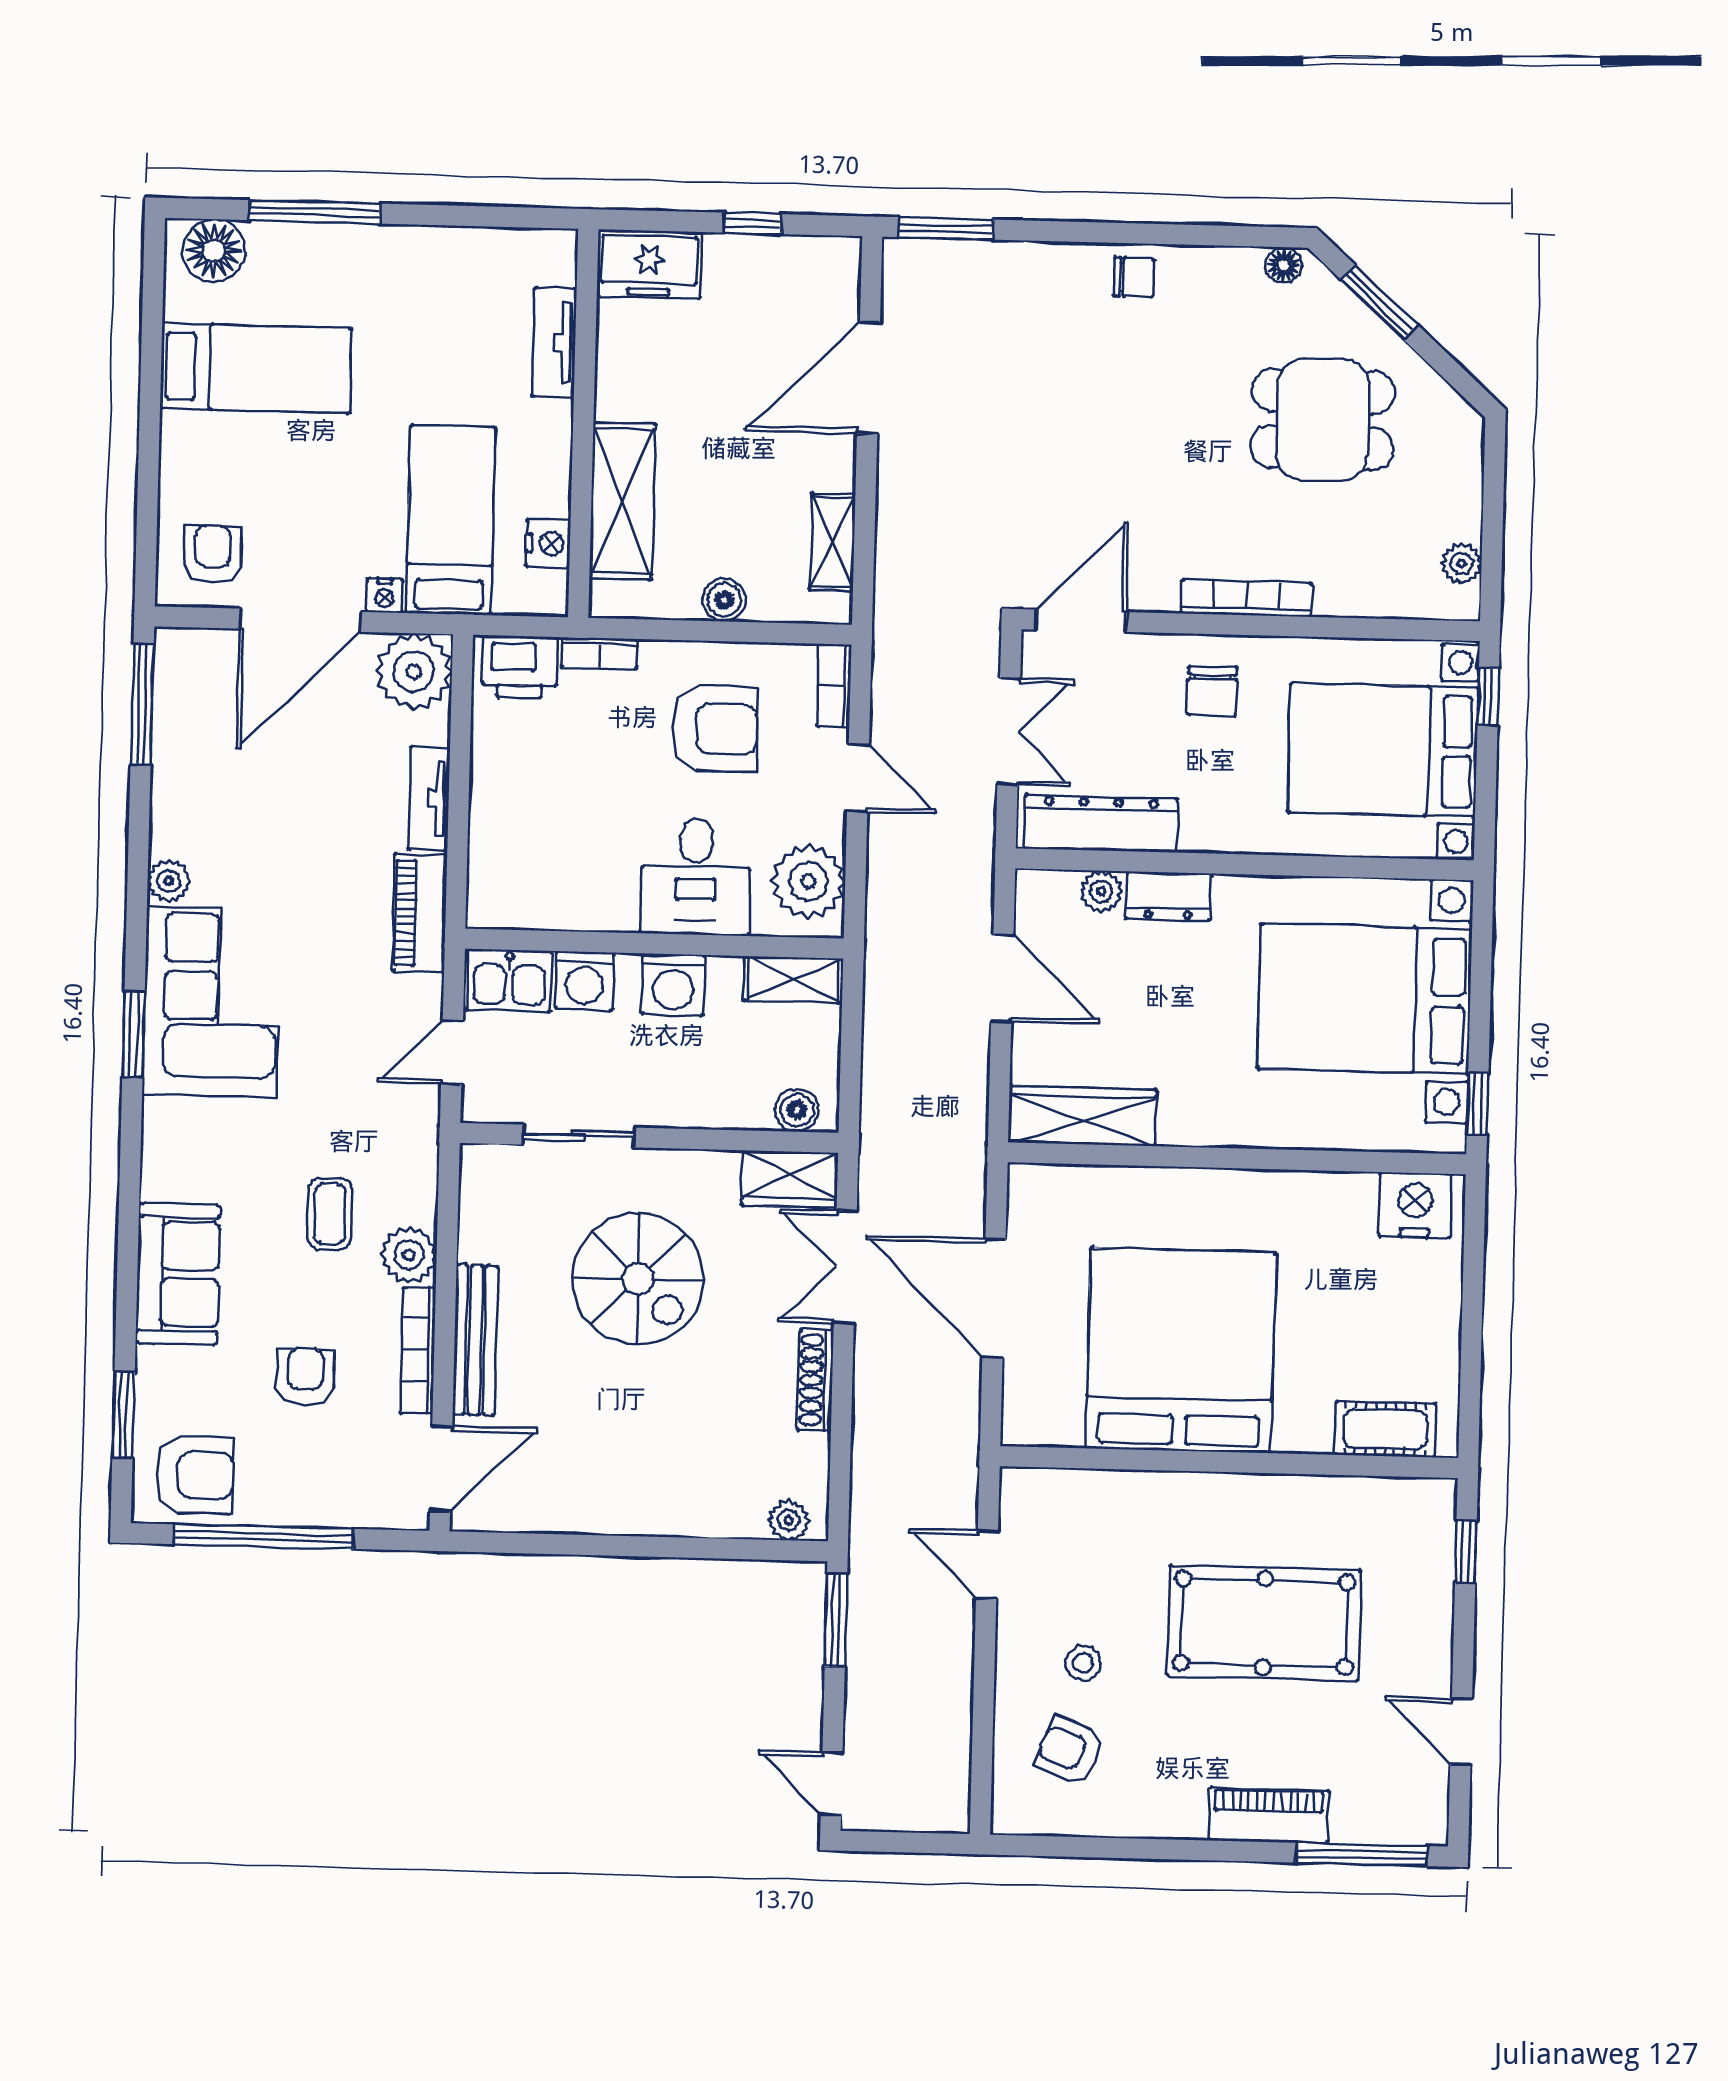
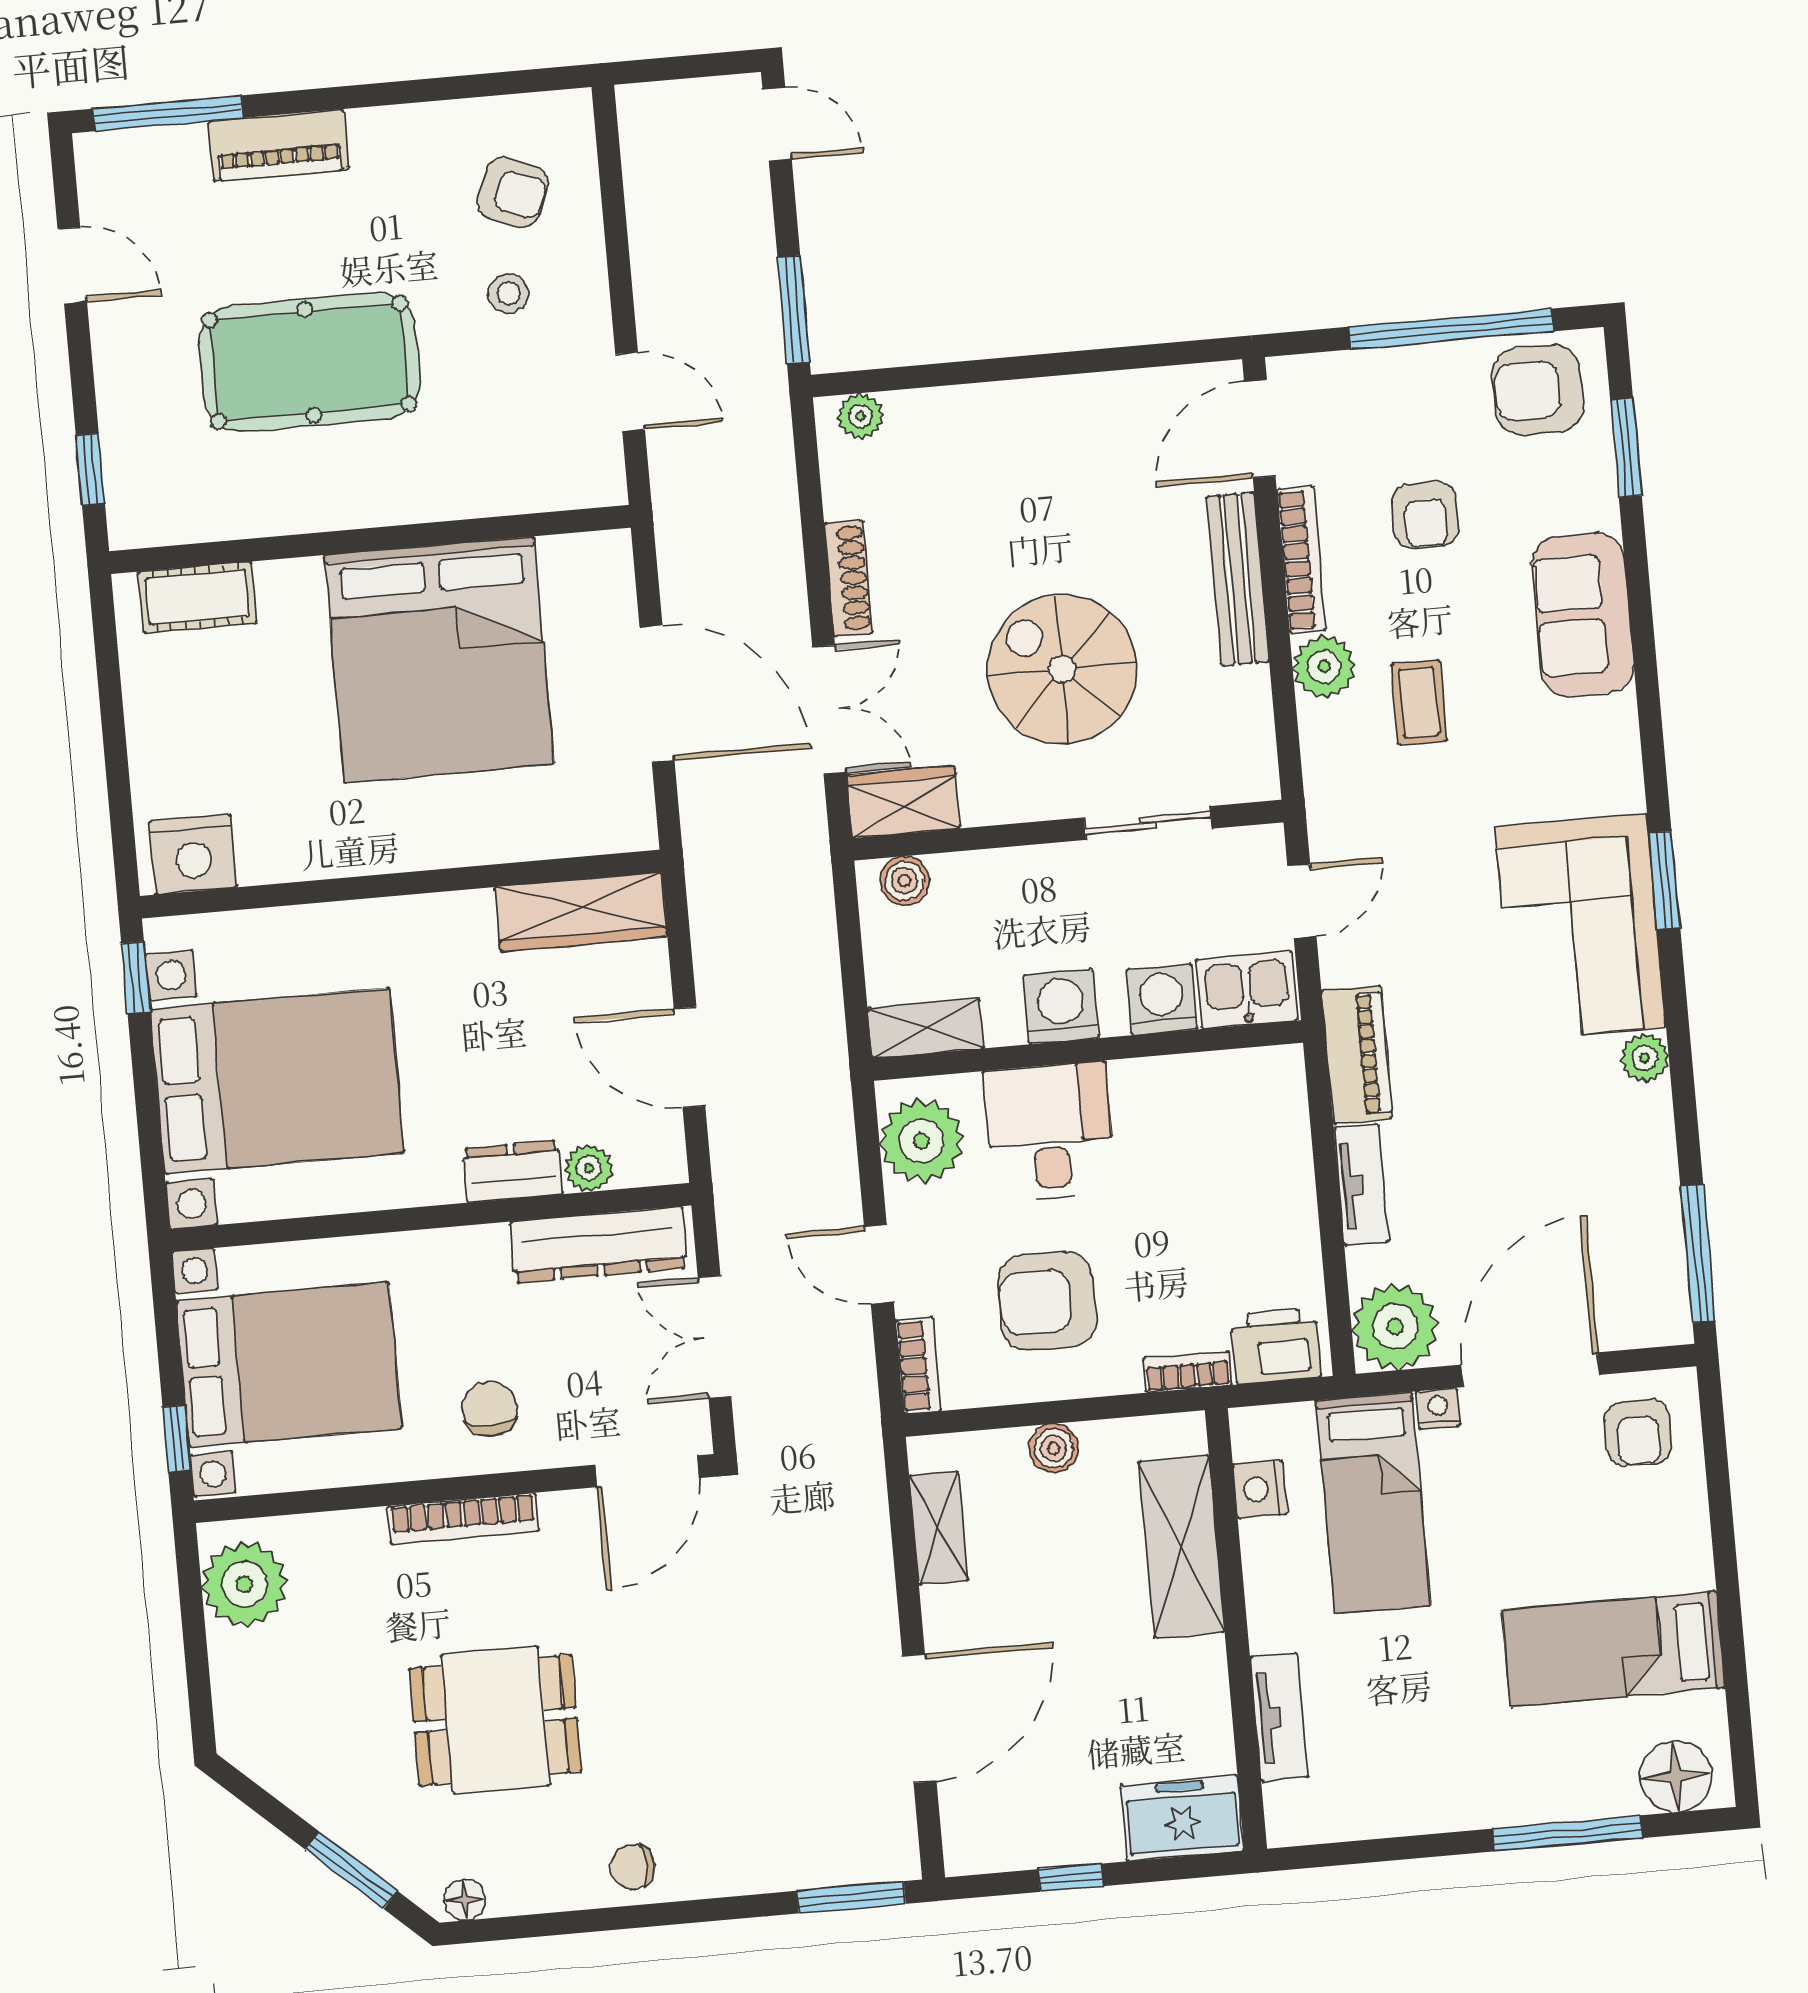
dining table: (1323, 419) -> (495, 1720), moved
plant: (1462, 563) -> (245, 1584), width x1.88, depth x1.88

